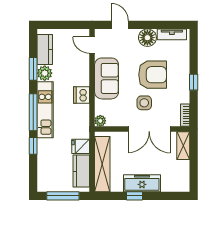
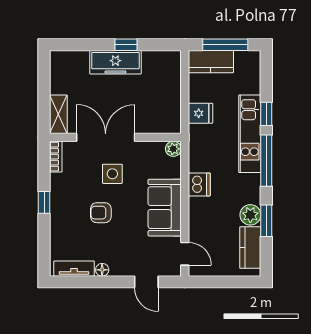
floor lamp: (147, 38) -> (102, 270), width x0.53, depth x0.53
armchair: (153, 75) -> (101, 213), width x0.53, depth x0.53
kitchen unit: (45, 110) -> (250, 134), moved
shelving: (102, 164) -> (171, 89), removed
kitchen counter: (81, 171) -> (211, 62), moved, turned 90

